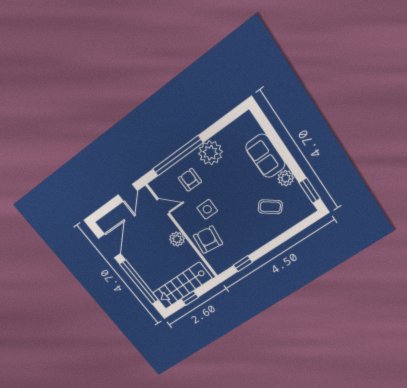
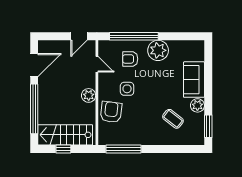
armchair: (190, 180) -> (130, 59), turned -90
window: (243, 264) -> (123, 149), width x2.17

